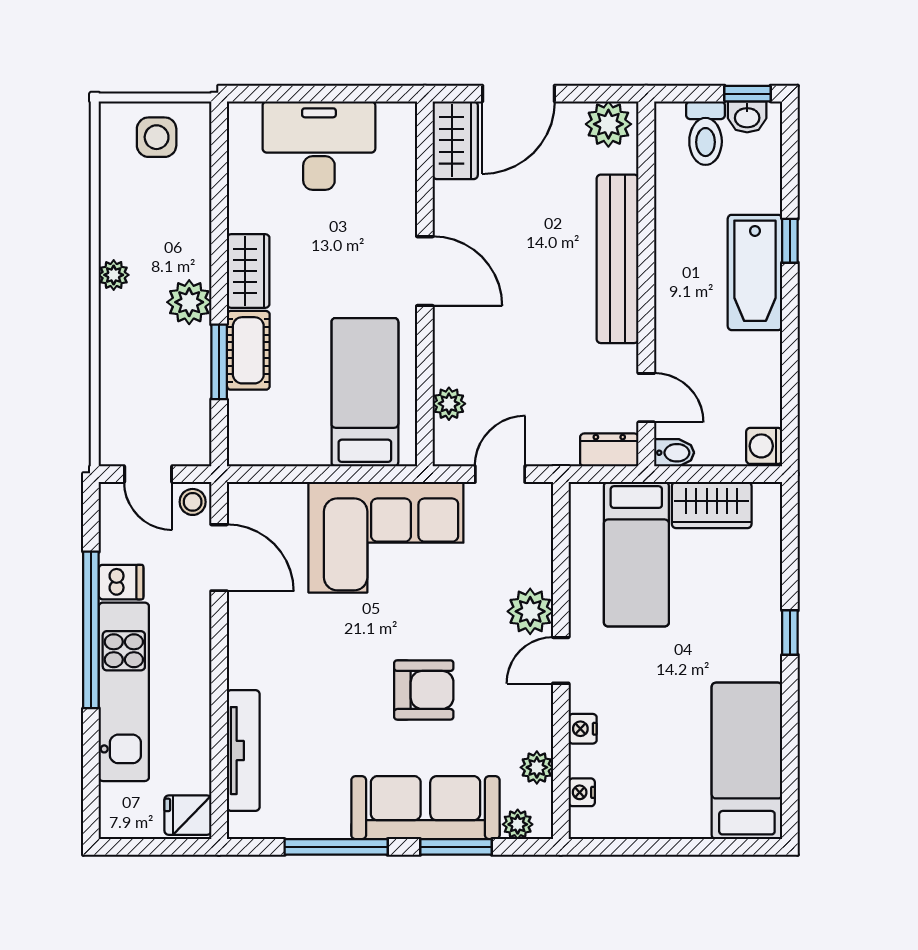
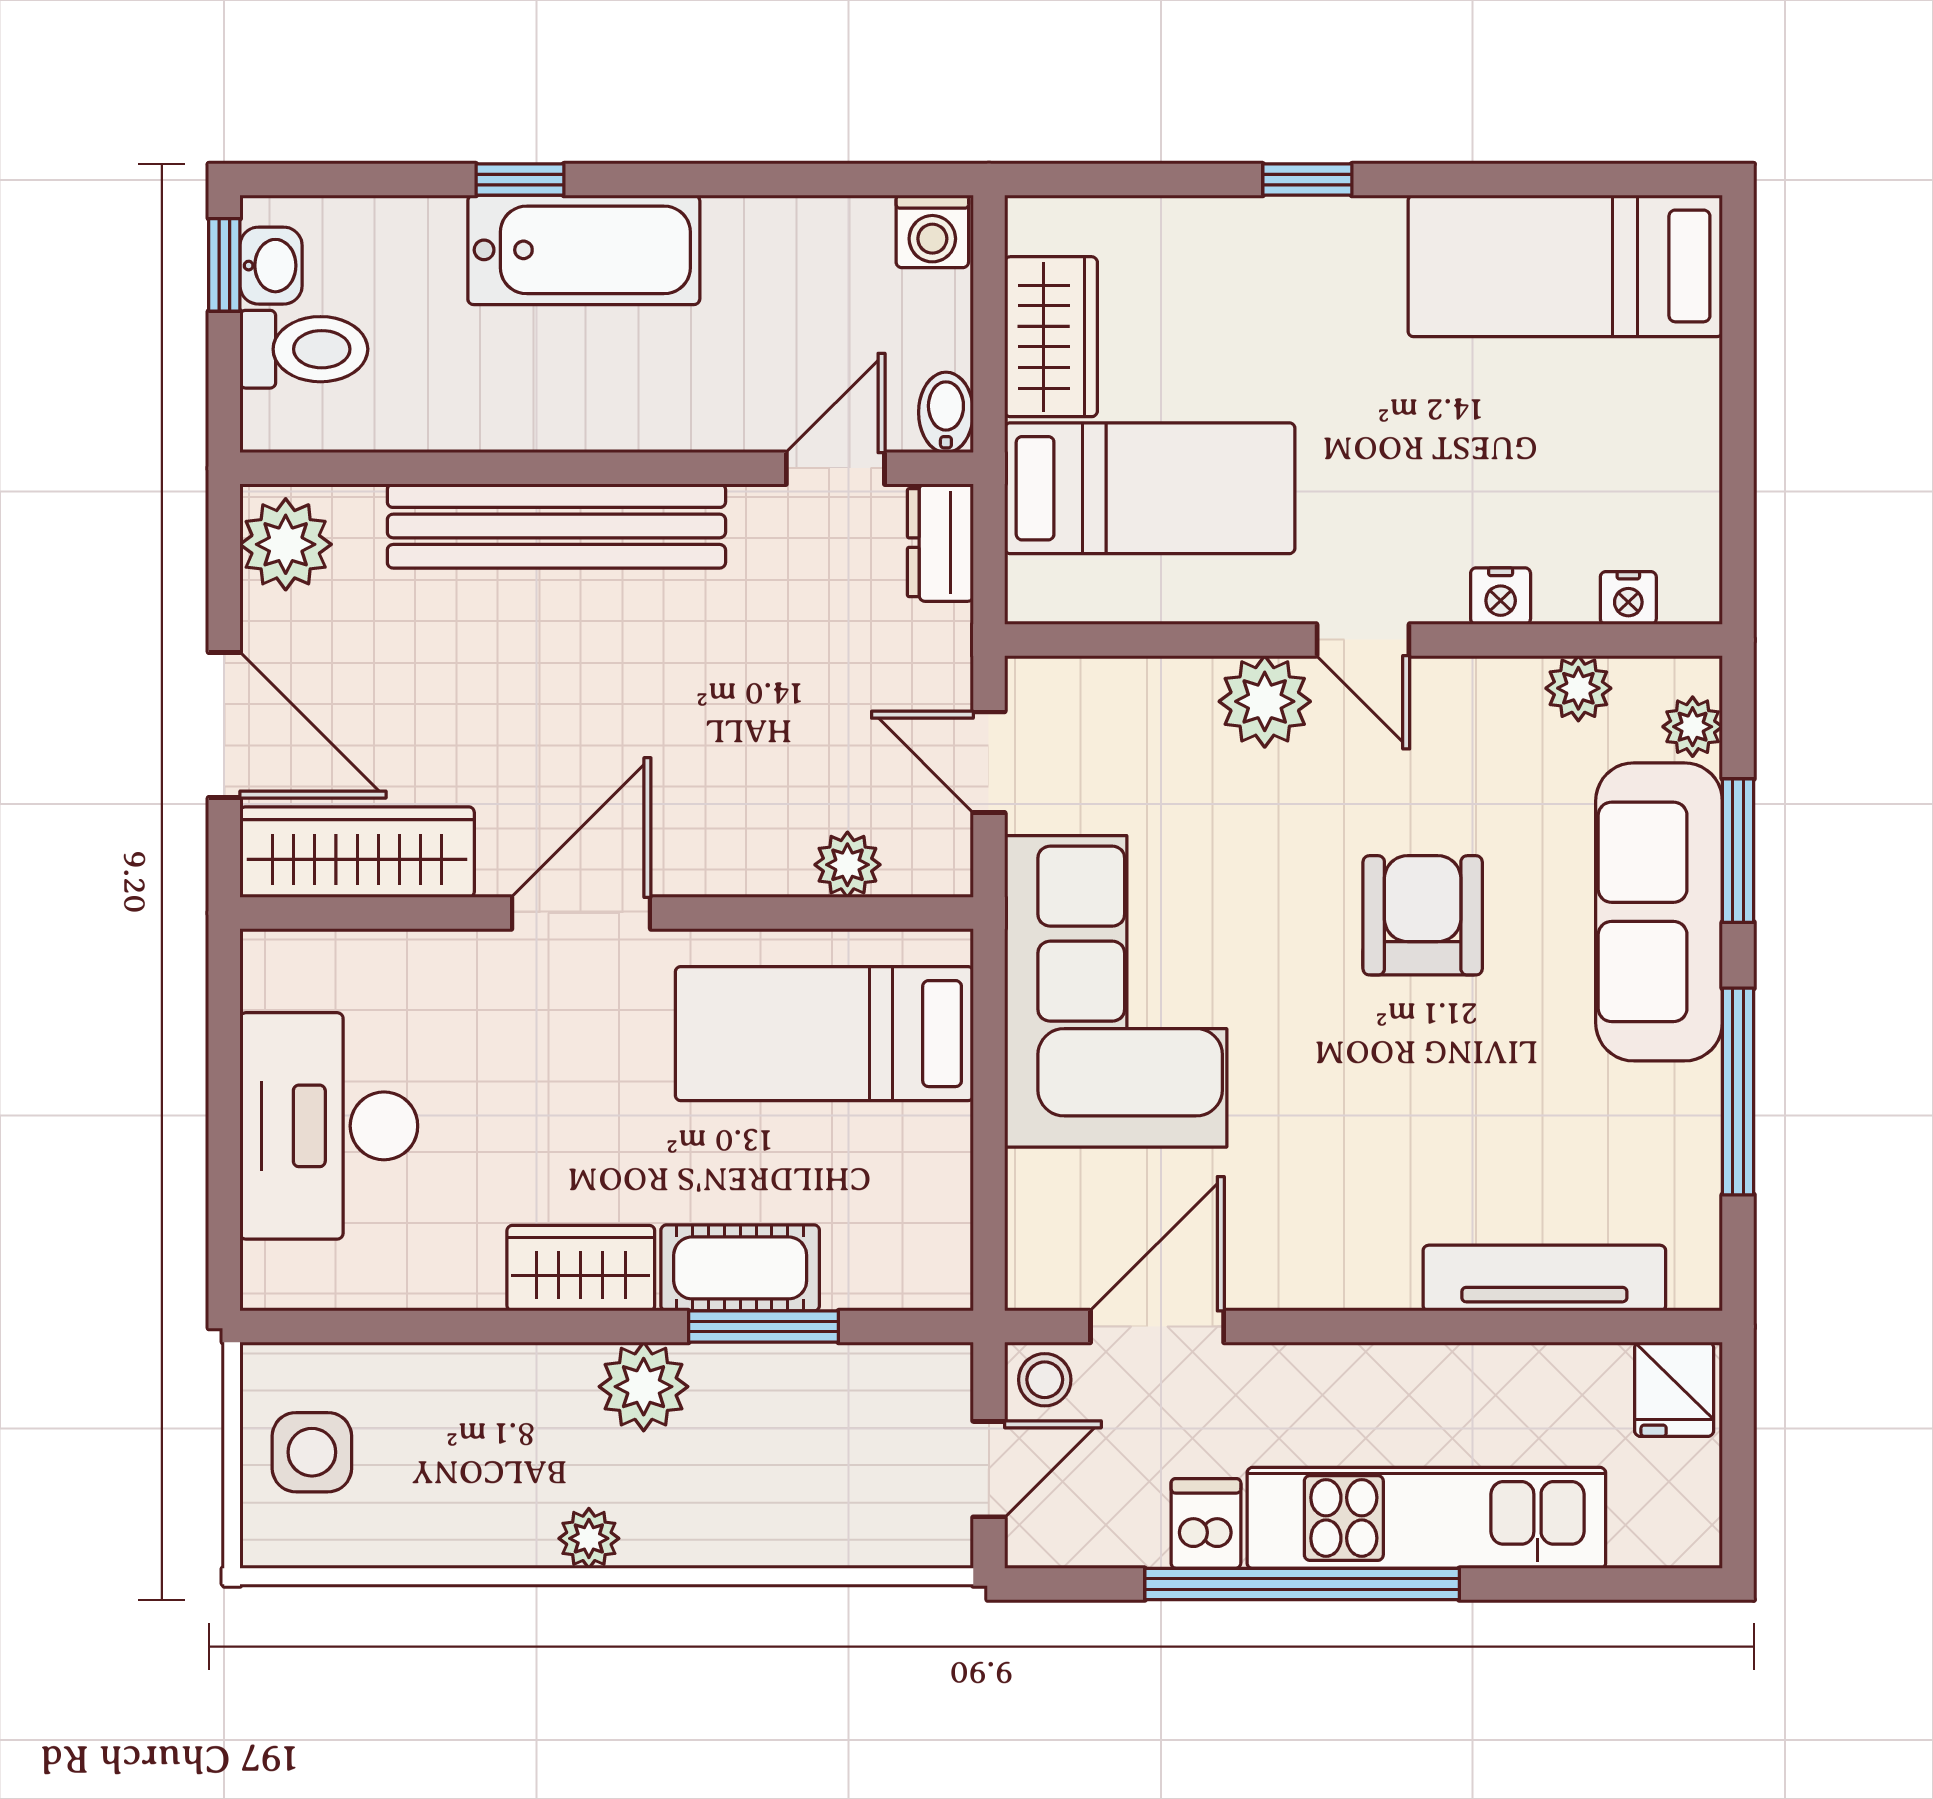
wardrobe: (455, 140) -> (357, 852), width x1.50

